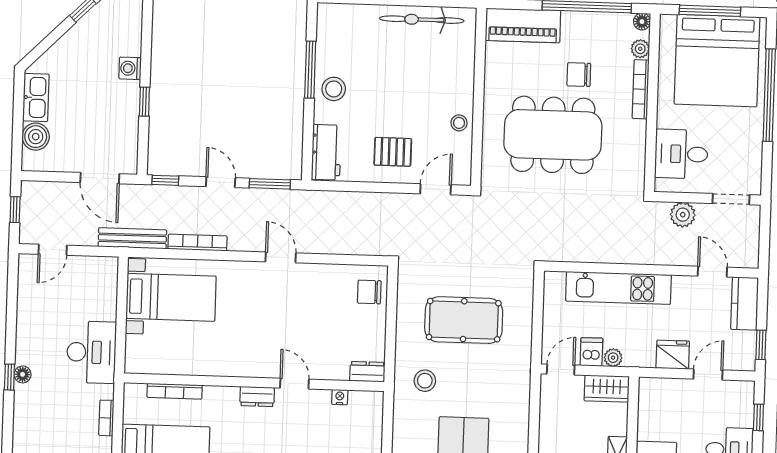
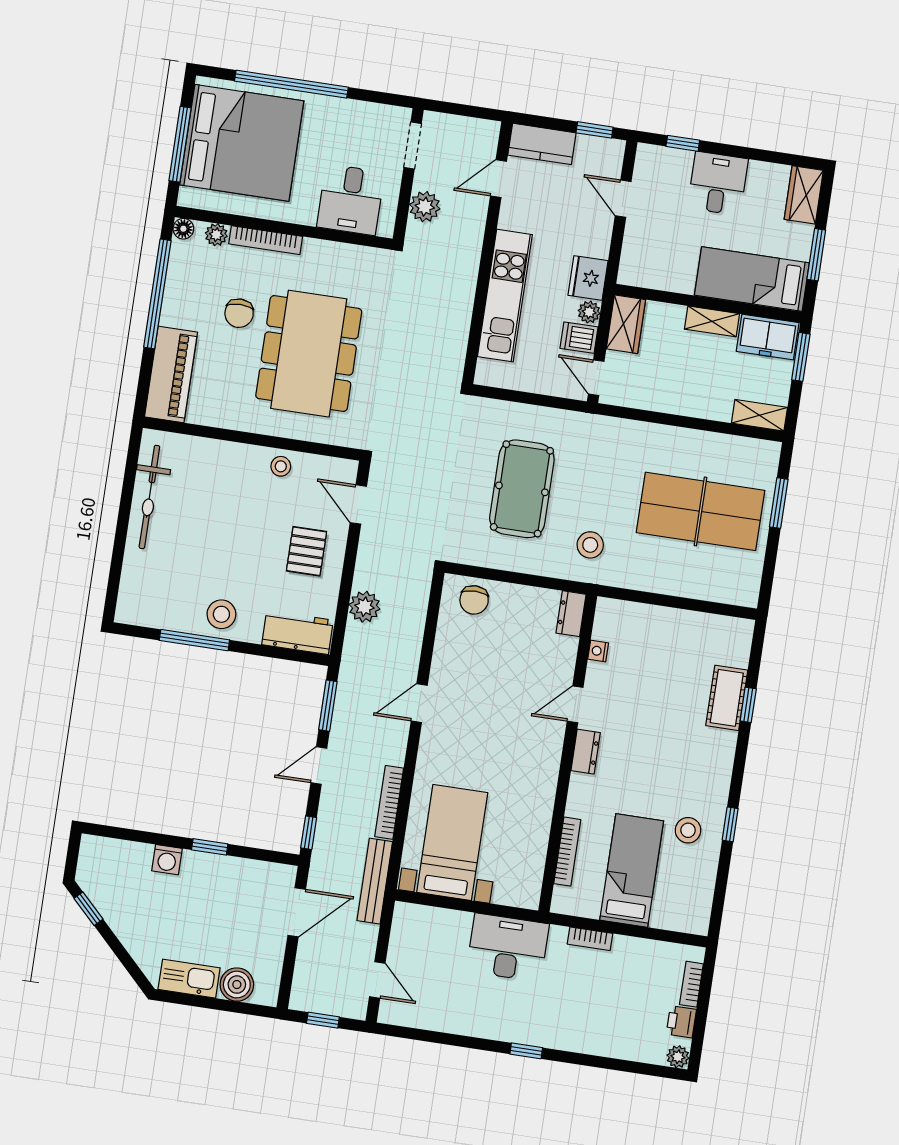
plant: (353, 204) -> (364, 607), added
fridge: (673, 355) -> (588, 278), moved
floor lamp: (23, 374) -> (525, 1035), removed

